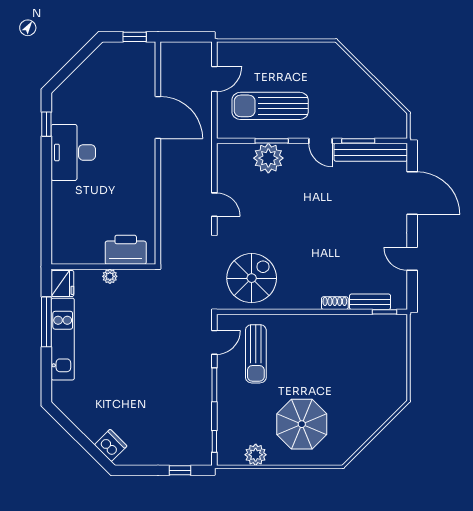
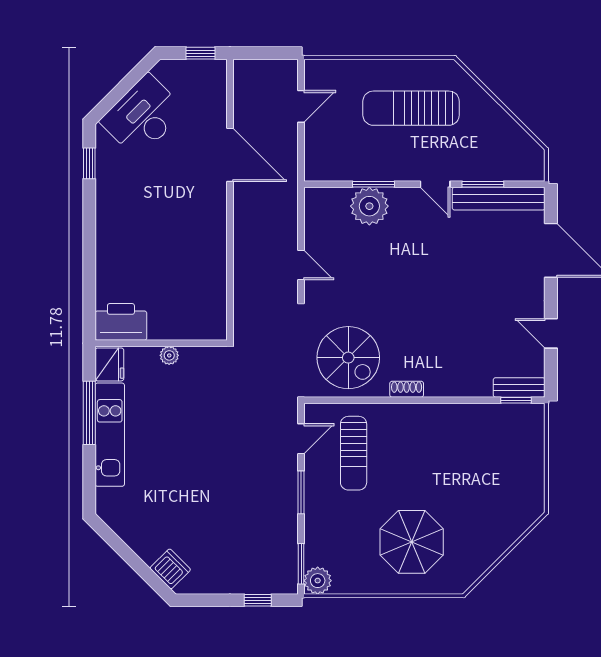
sun lounger: (270, 106) -> (411, 108), moved
desk: (73, 152) -> (143, 116), moved, turned 45
printer: (126, 250) -> (121, 322), moved
spiral stairs: (252, 278) -> (348, 358), turned 90
bench: (370, 302) -> (519, 387), moved
shoe rack: (335, 303) -> (407, 389), moved
window: (214, 441) -> (301, 564), width x1.50
plant: (256, 455) -> (318, 581), moved

